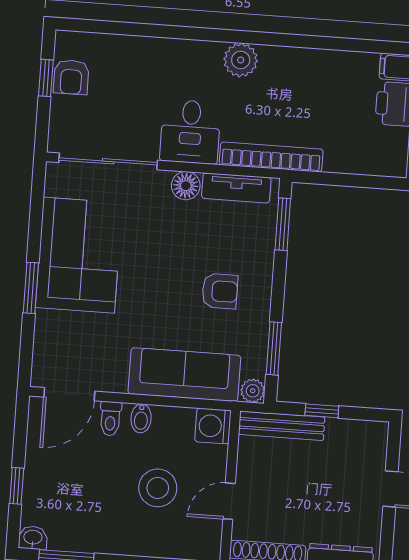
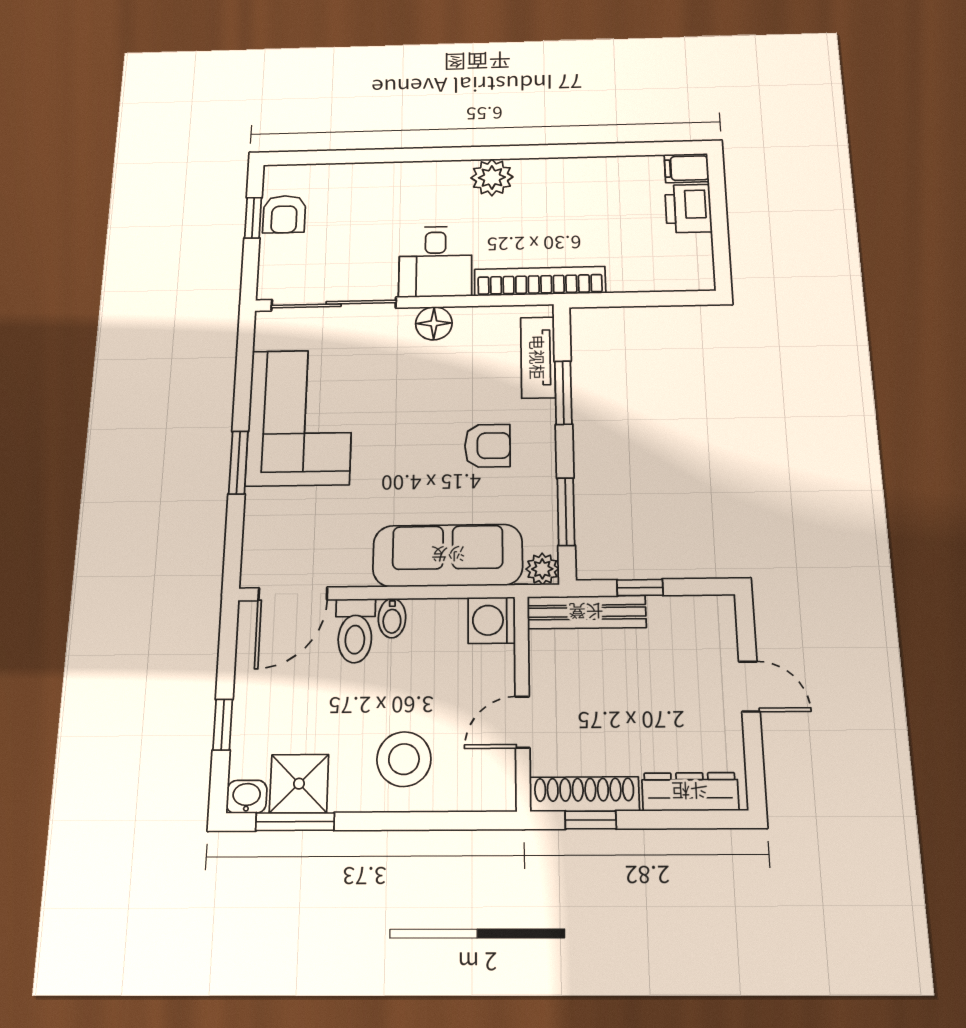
tv unit: (236, 188) -> (538, 357), moved, turned 90
window: (283, 224) -> (563, 393), moved
toilet: (110, 419) -> (355, 631), width x1.37, depth x1.39
stool: (158, 488) -> (404, 759), moved
shower: (70, 532) -> (299, 784), added

